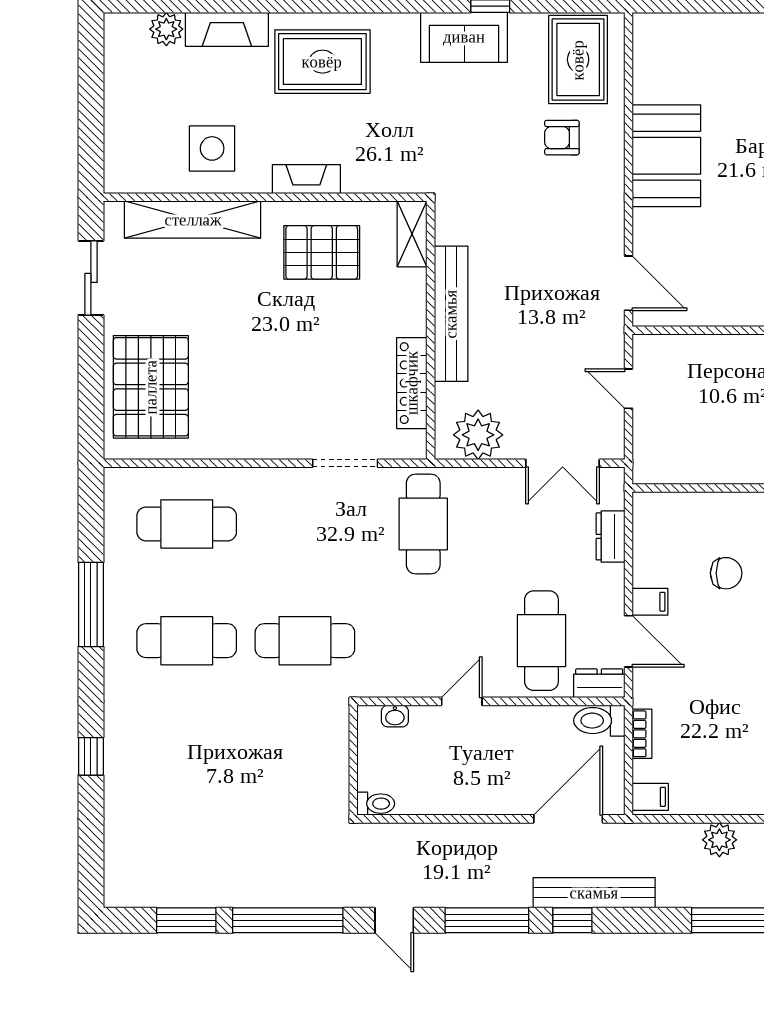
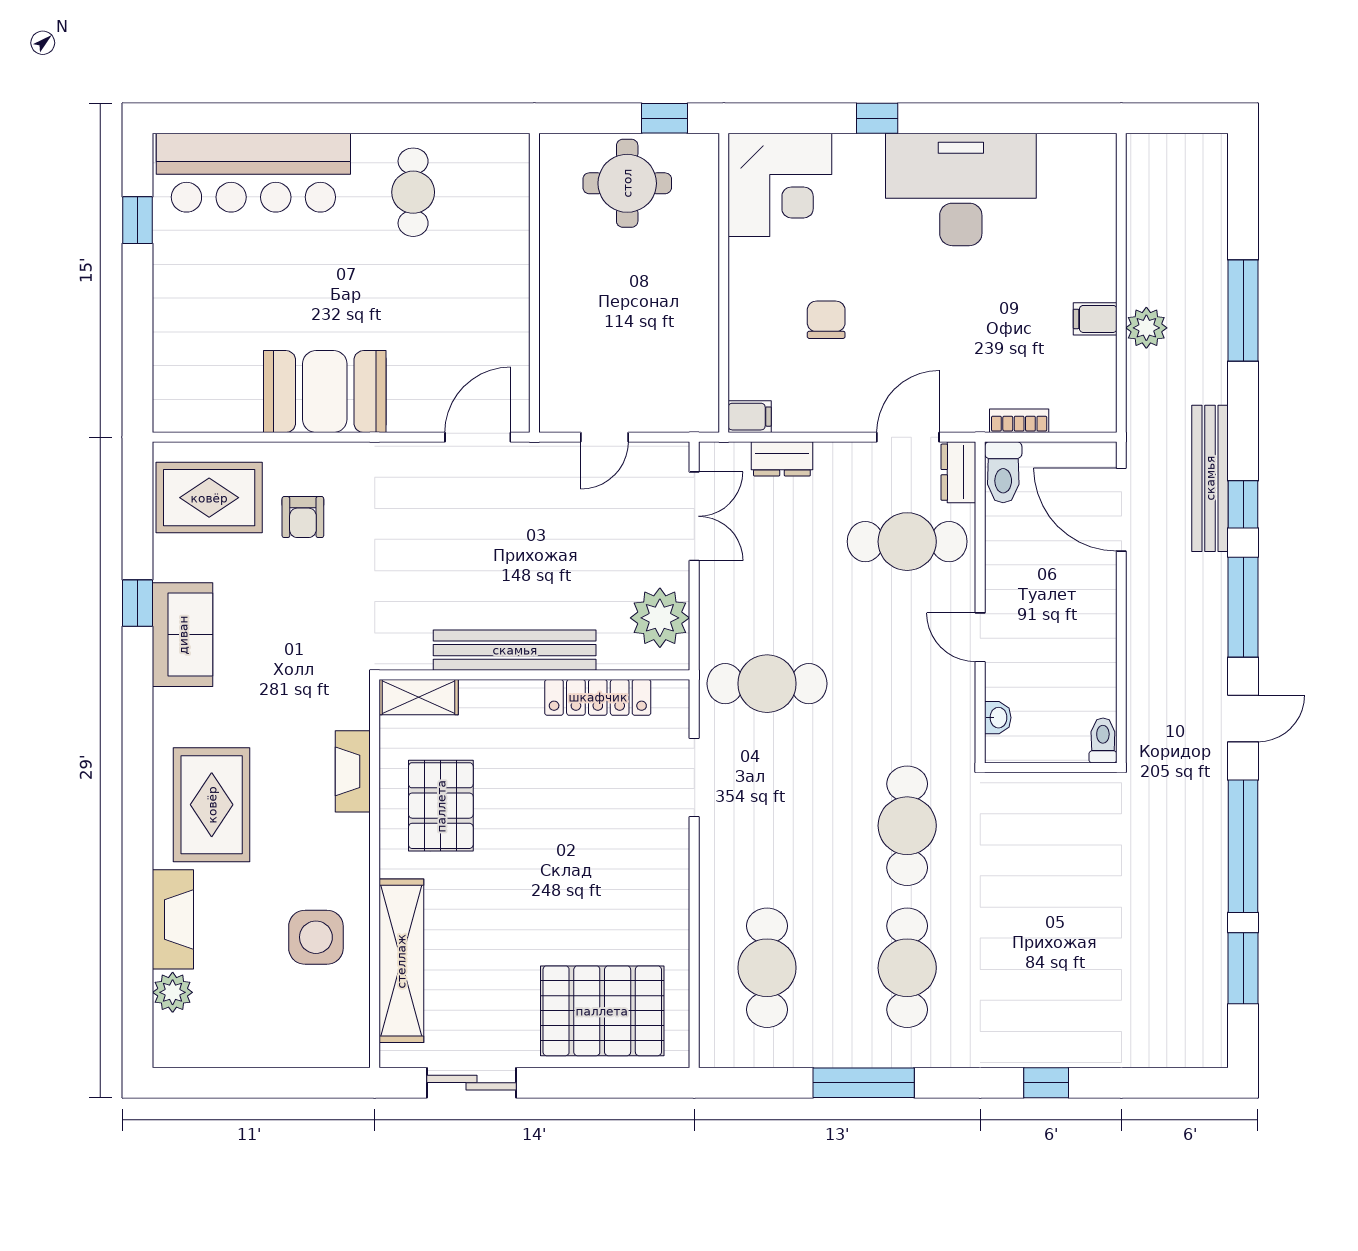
fireplace: (306, 179) -> (353, 771), moved
filing cabinet: (650, 602) -> (750, 417), moved, turned 90
filing cabinet: (650, 797) -> (1095, 319), moved, turned -90

